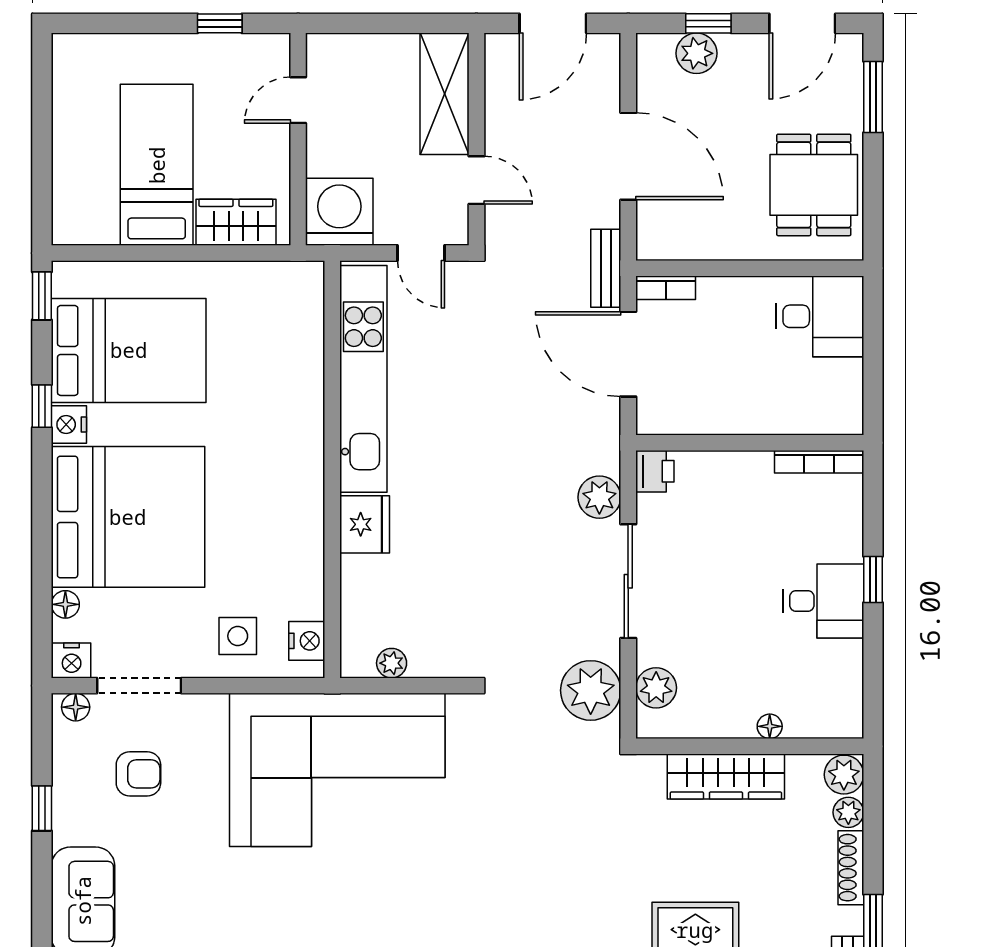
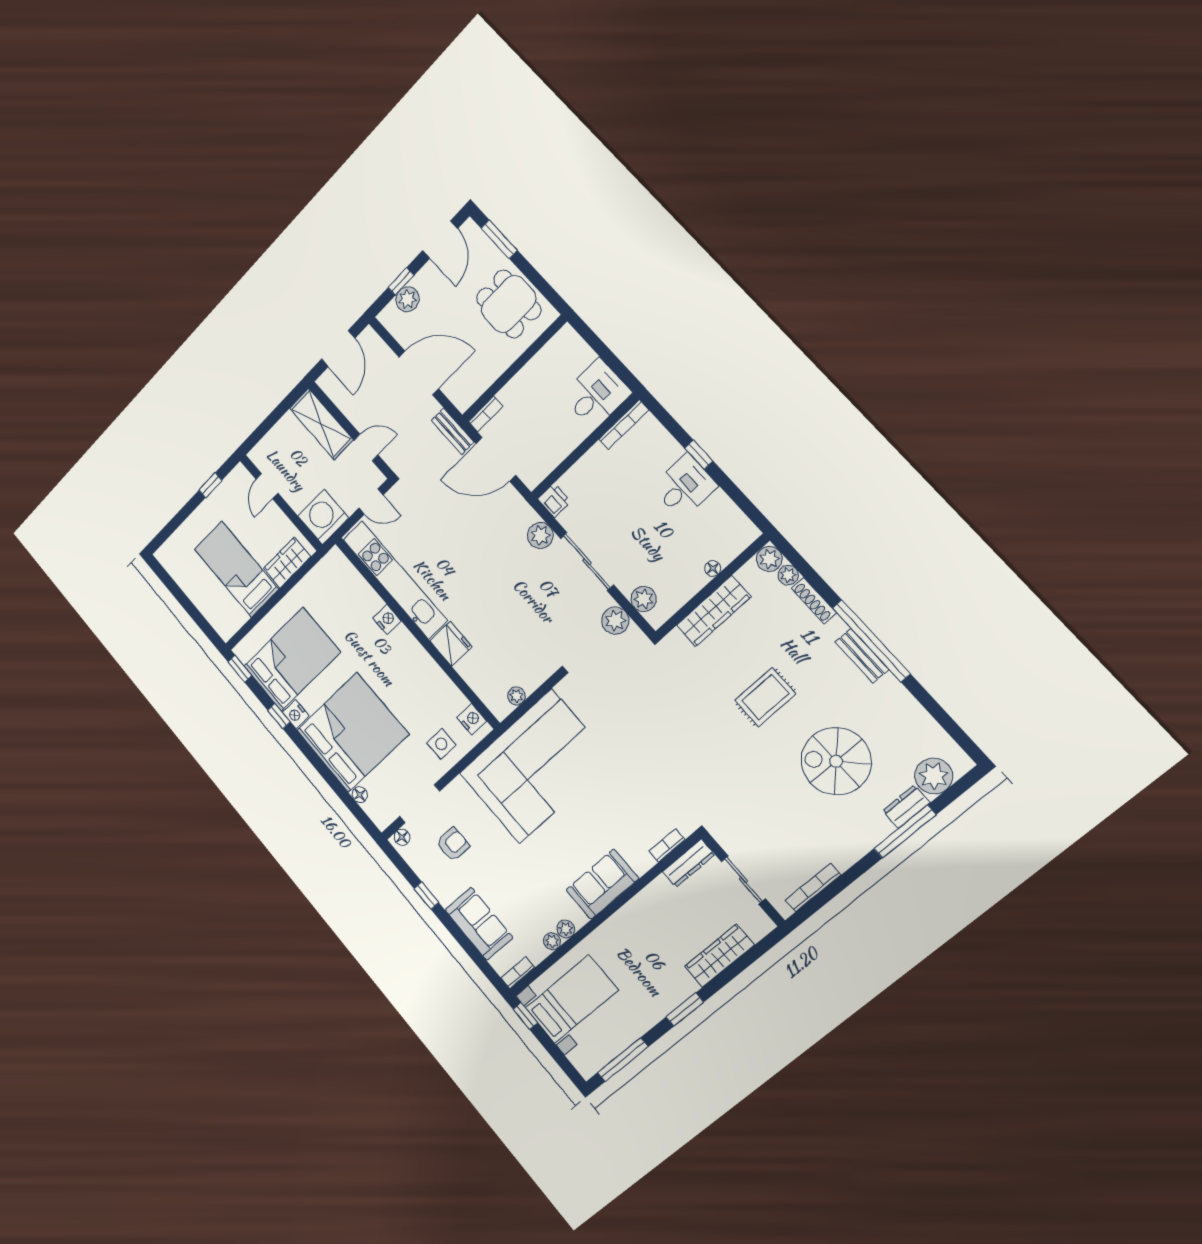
desk: (820, 316) -> (596, 394), moved
nightstand: (72, 660) -> (387, 619), moved, turned -90
plant: (591, 690) -> (615, 621), width x0.73, depth x0.73

